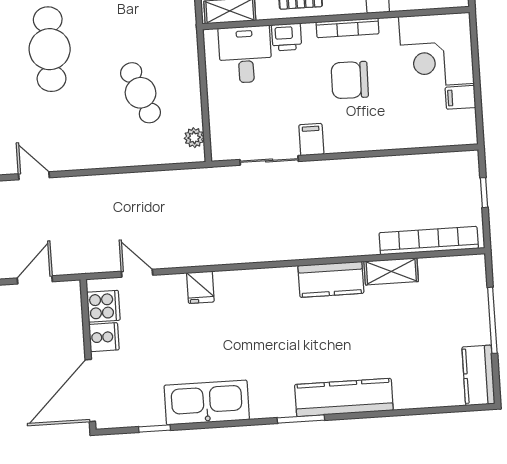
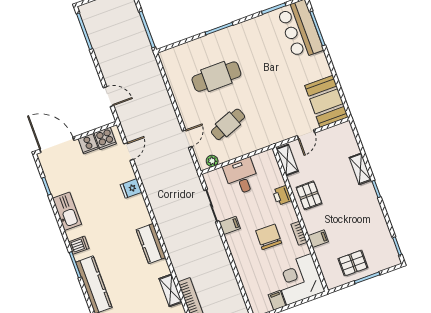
bookcase: (348, 28) -> (299, 233), width x0.64
cafe table: (50, 49) -> (216, 77), moved
desk: (245, 54) -> (241, 176), moved, turned -90
door: (34, 176) -> (187, 139), moved
kitchen counter: (331, 279) -> (151, 244), moved
kitchen sink: (207, 402) -> (67, 211), width x0.73, depth x0.81
dishwasher: (270, 403) -> (79, 245), added

